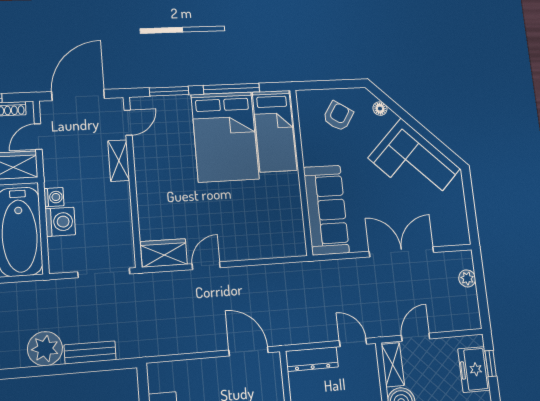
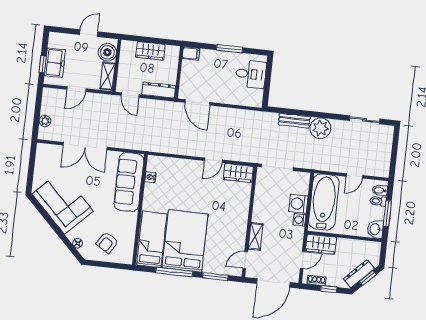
nightstand: (296, 223) -> (150, 177), added
door: (416, 337) -> (76, 89), moved

